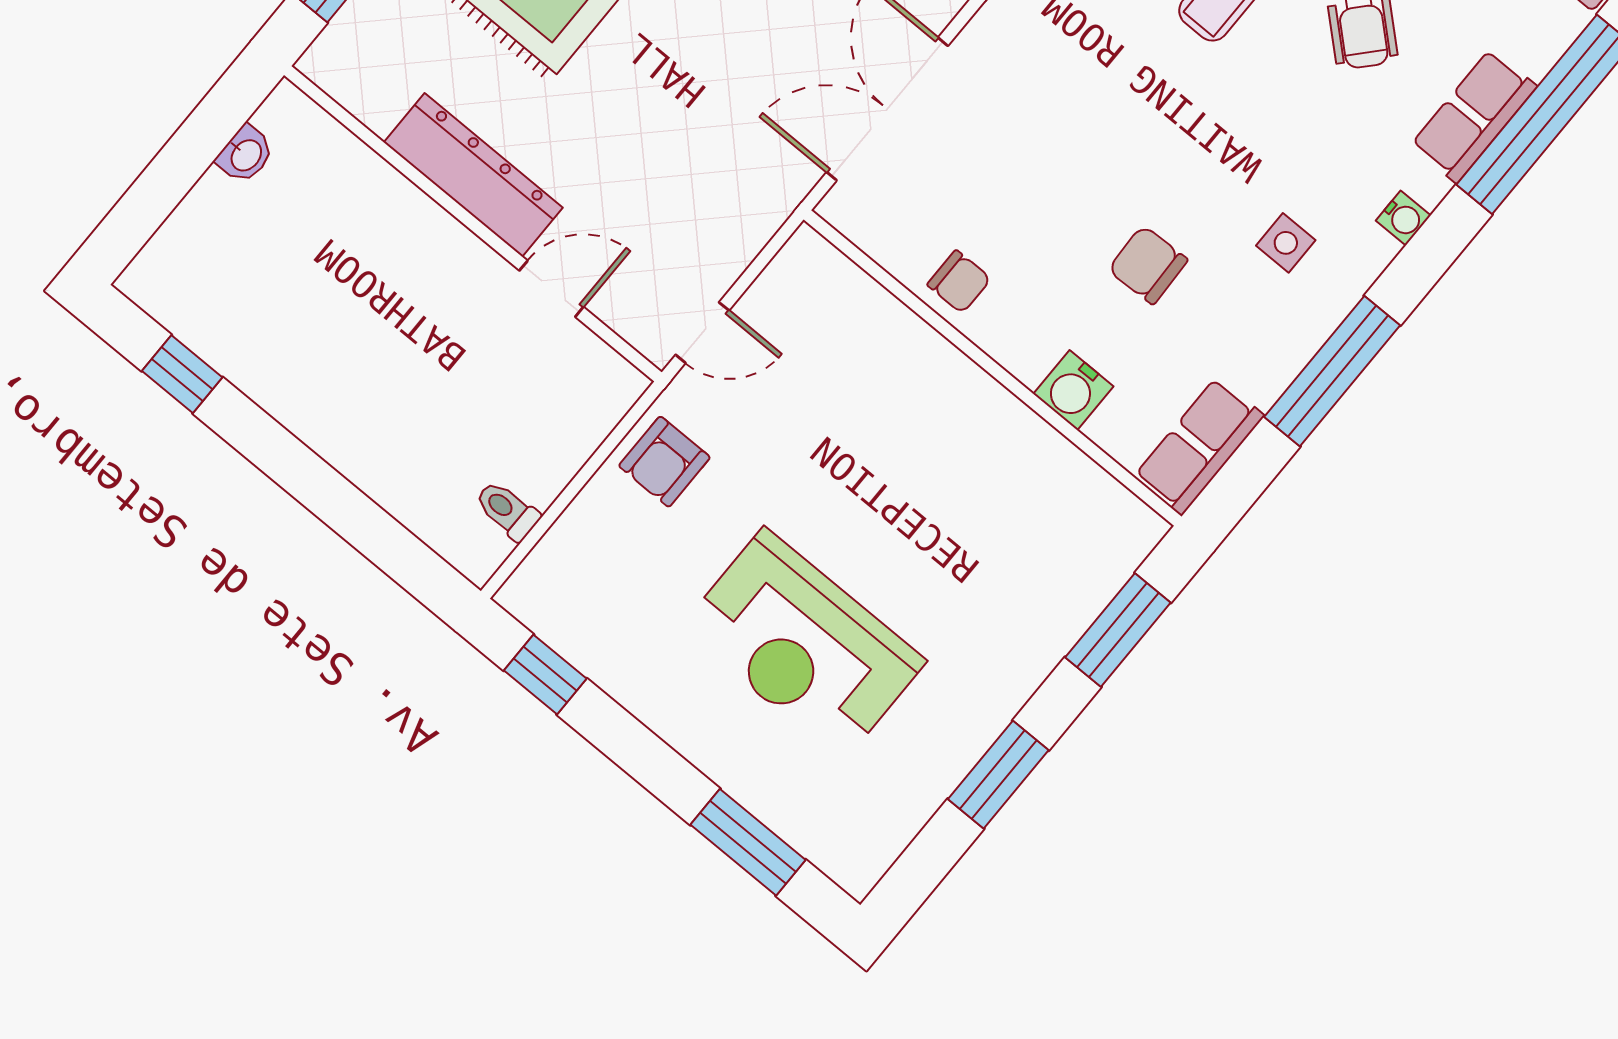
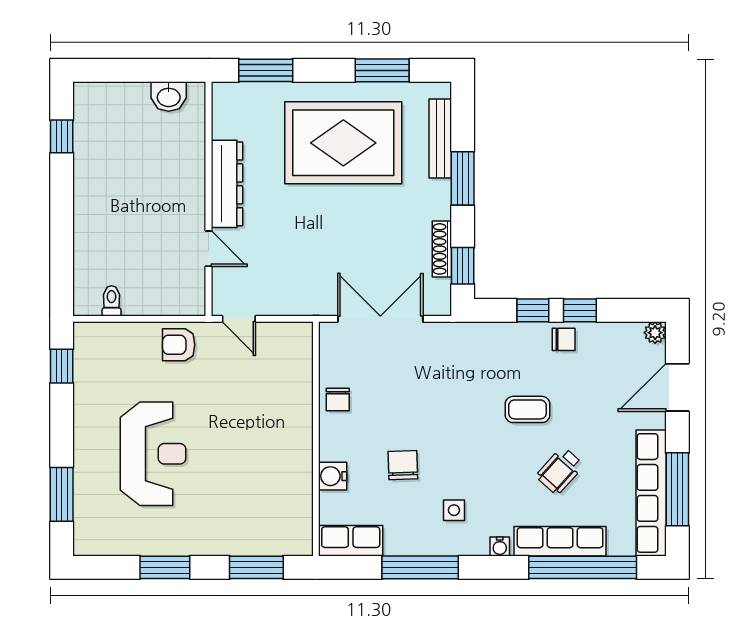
row of seats: (1474, 116) -> (560, 541), width x1.48
washbasin: (245, 155) -> (169, 97), width x1.38, depth x1.45
reception desk: (803, 645) -> (153, 454), turned 180

